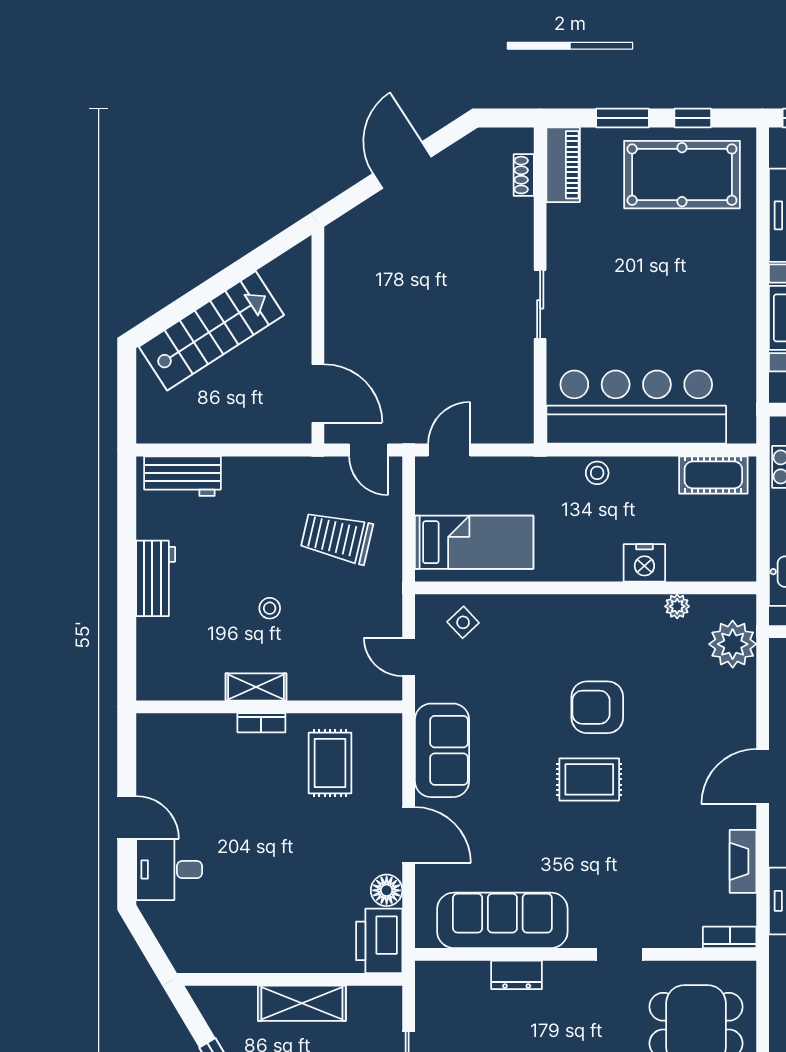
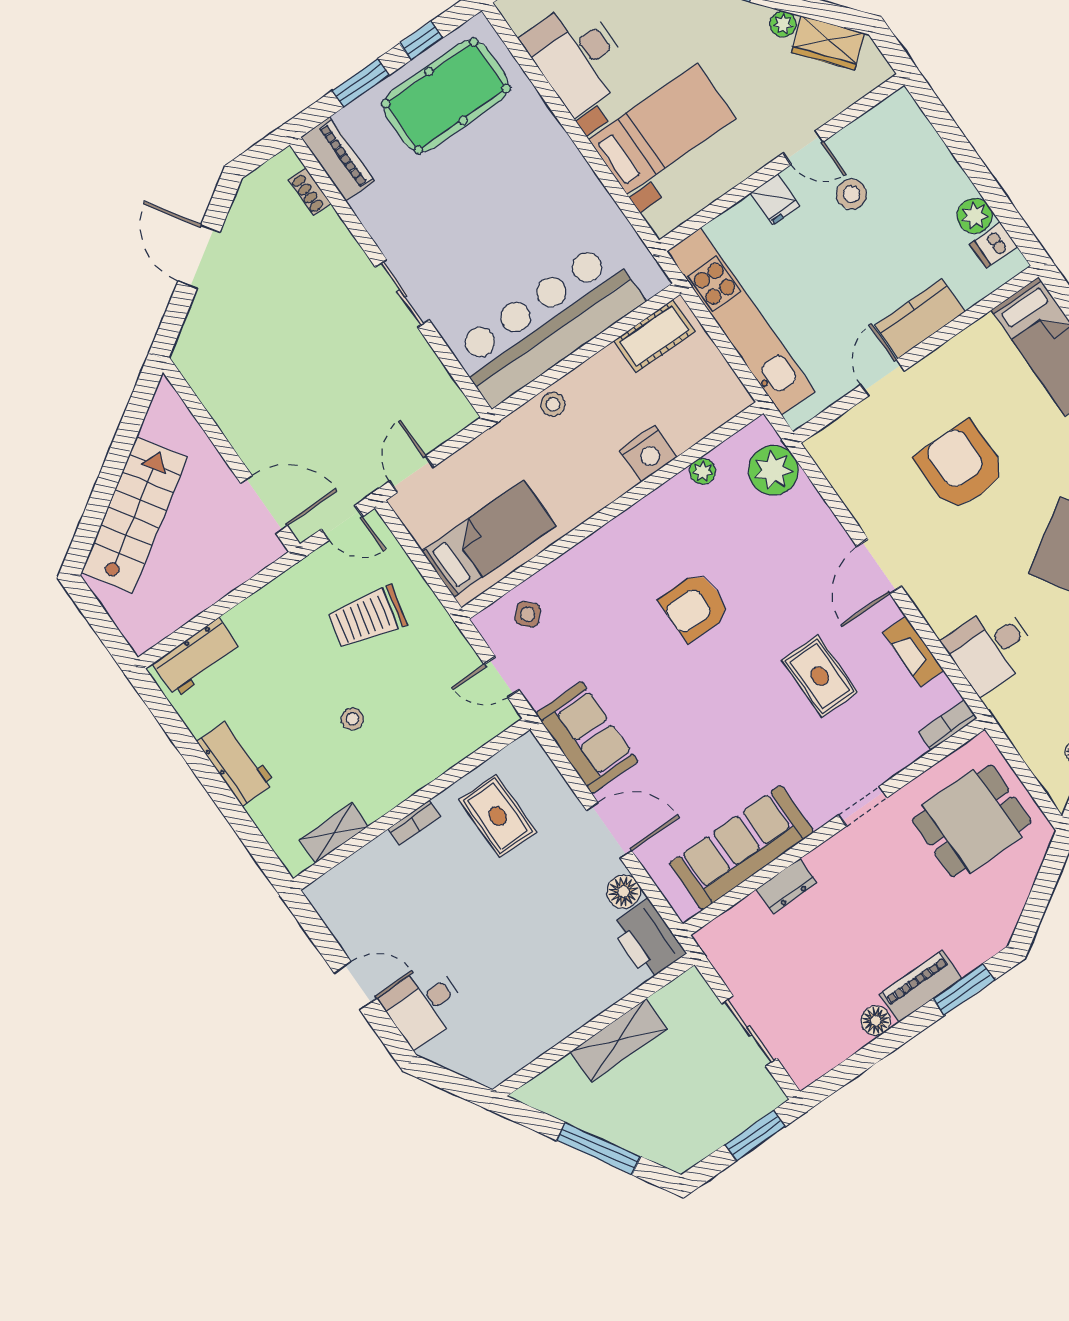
shelving: (256, 687) -> (334, 833), moved
rug: (589, 779) -> (820, 676), moved, turned 90

